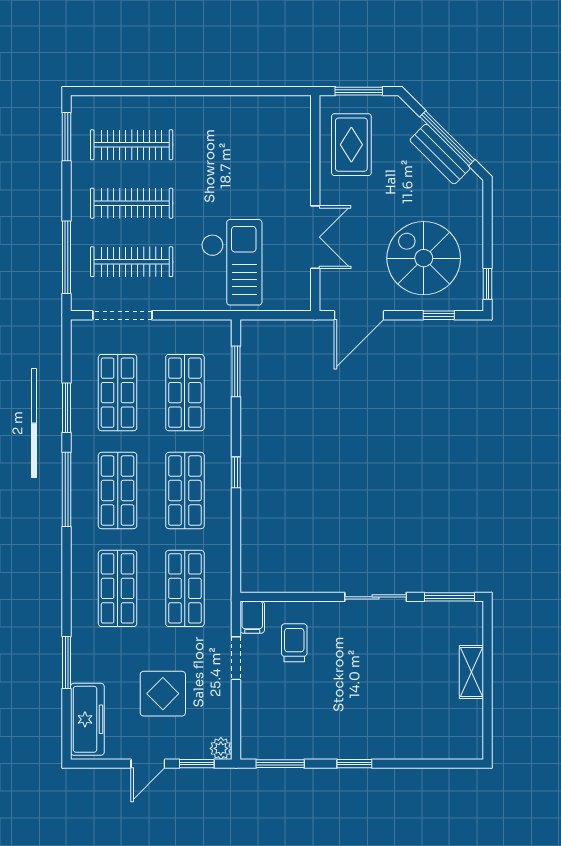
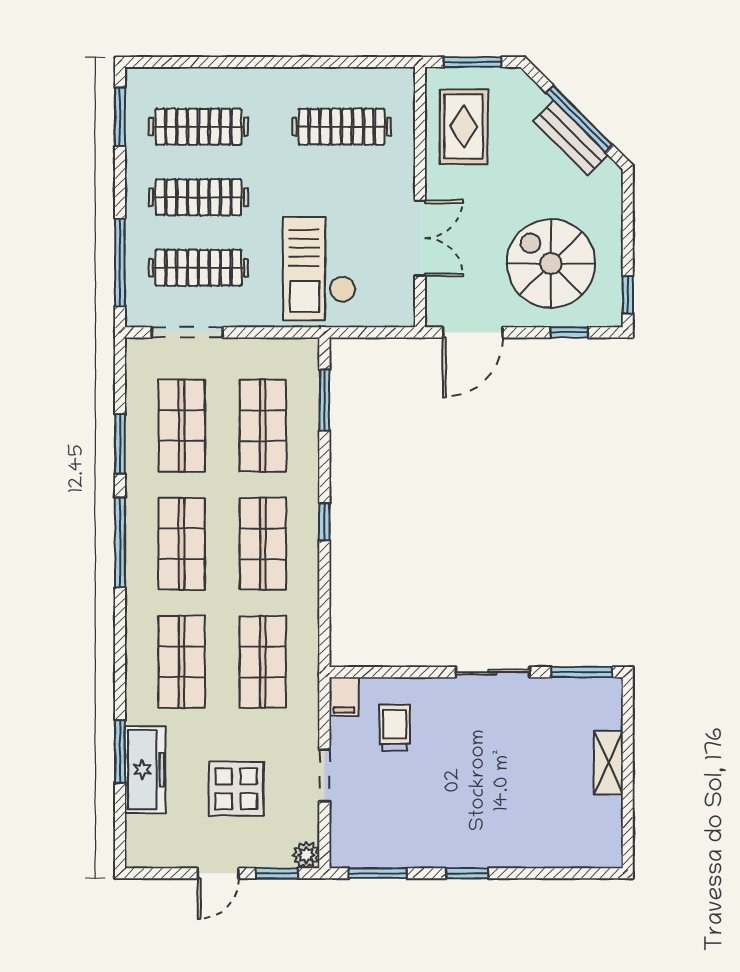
clothes rail: (250, 145) -> (342, 127), added
checkout: (232, 262) -> (319, 269), turned 180
doorway: (236, 658) -> (324, 776), moved
freezer: (87, 719) -> (145, 770), moved

